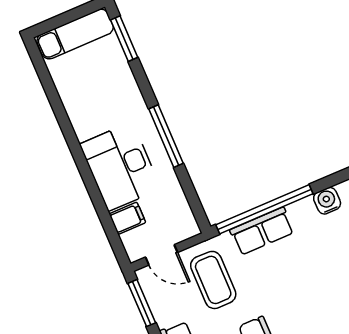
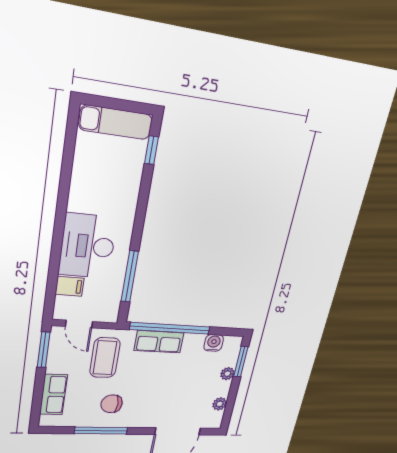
window: (124, 39) -> (152, 150), width x0.67
window: (166, 136) -> (130, 276), moved

